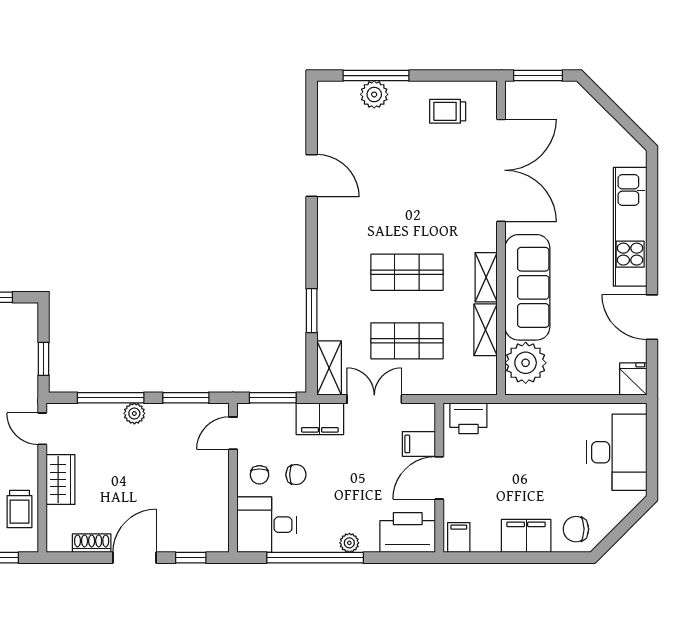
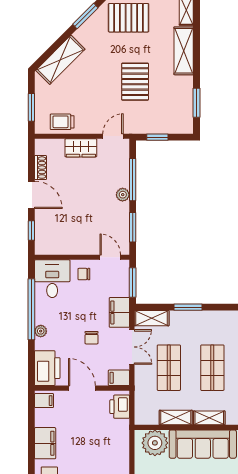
filing cabinet: (419, 444) -> (119, 378), moved, turned -90
chair: (296, 475) -> (92, 338), moved

